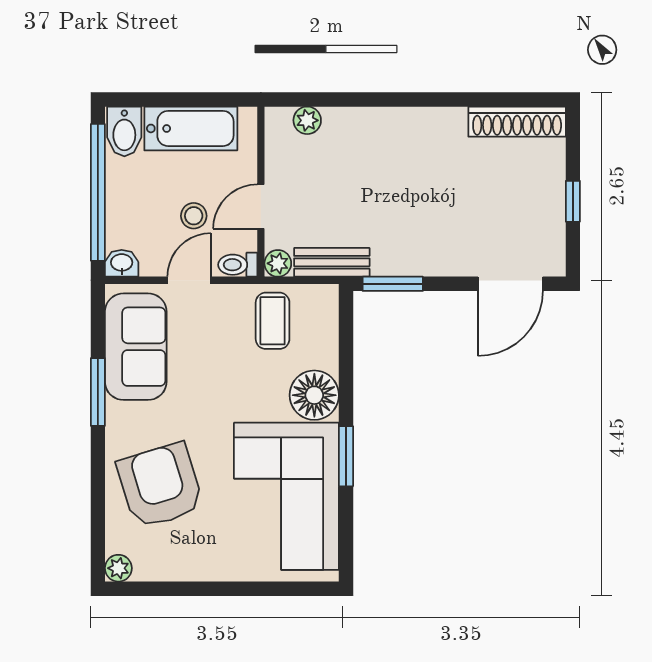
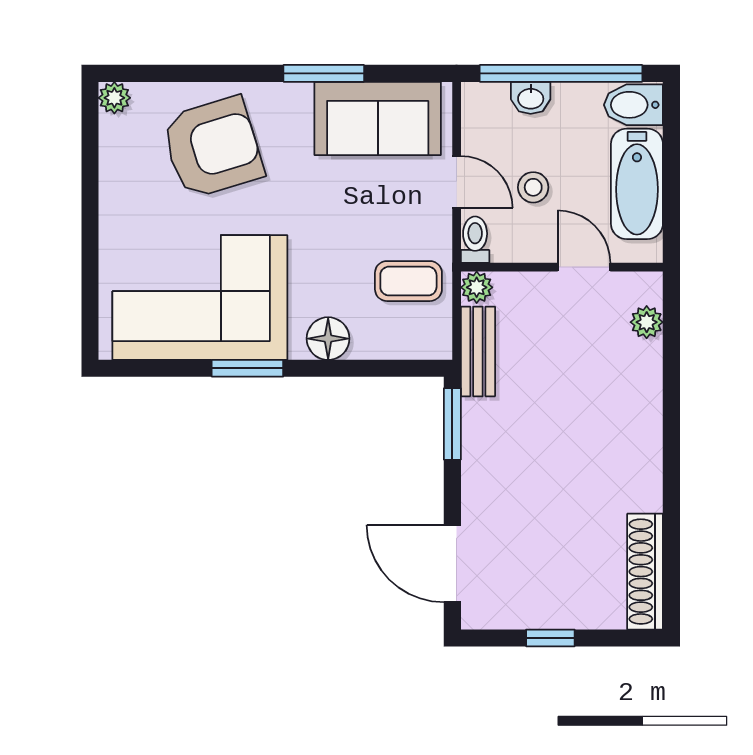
door: (261, 207) -> (584, 267), moved
washbasin: (122, 263) -> (531, 98), moved, turned 90
floor lamp: (314, 395) -> (328, 339), width x0.73, depth x0.73

